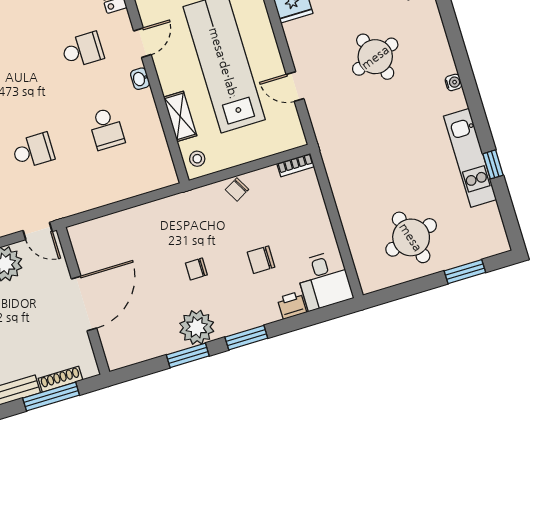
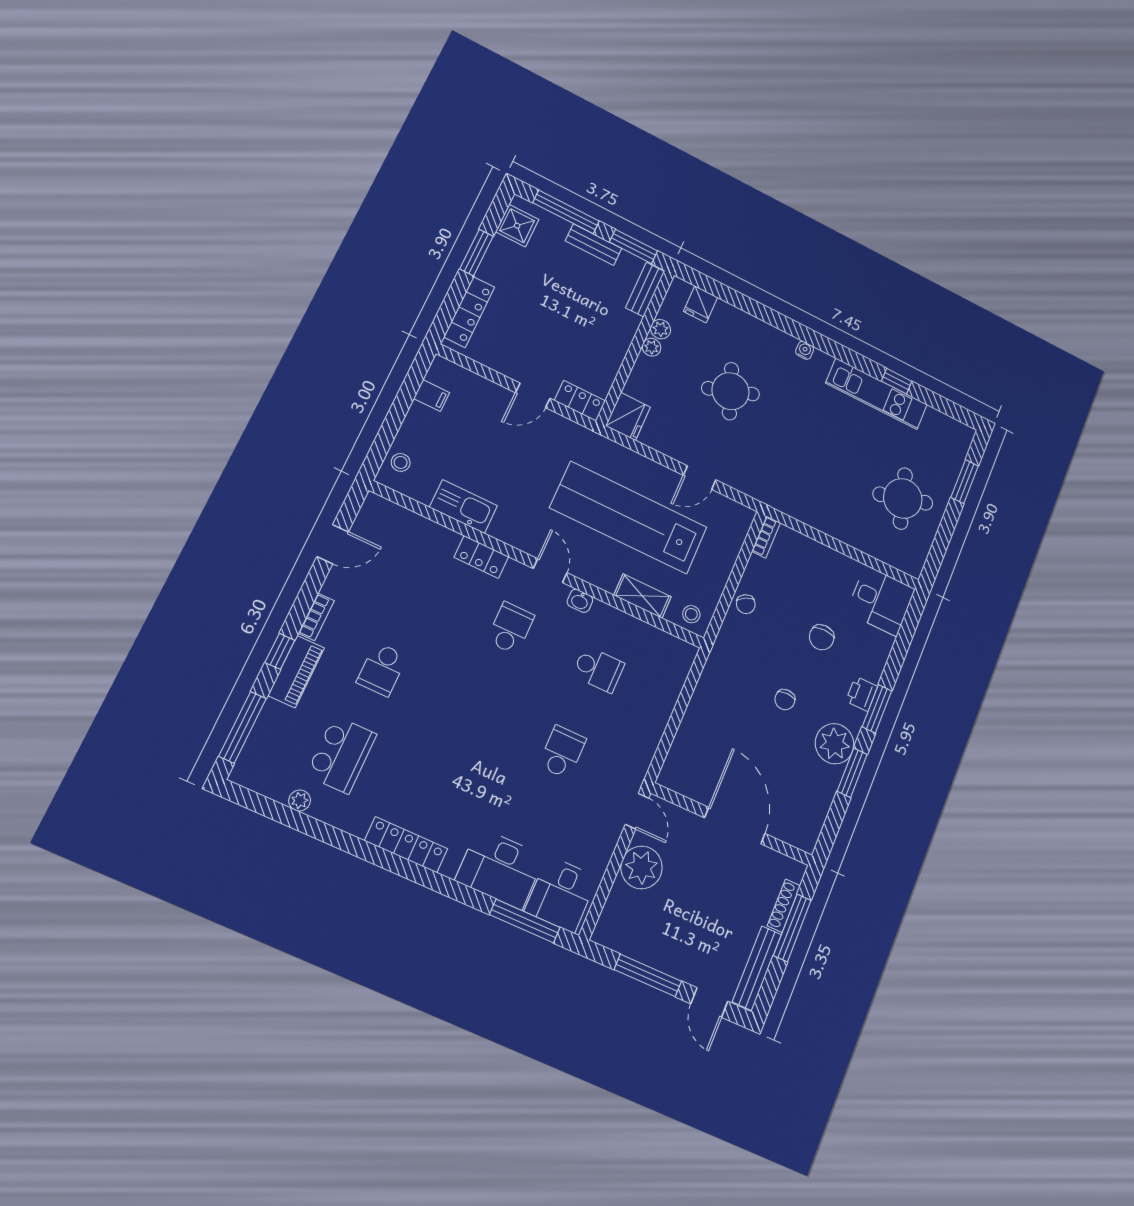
door: (38, 231) -> (637, 811), hinge flipped
printer: (292, 305) -> (862, 694), moved

